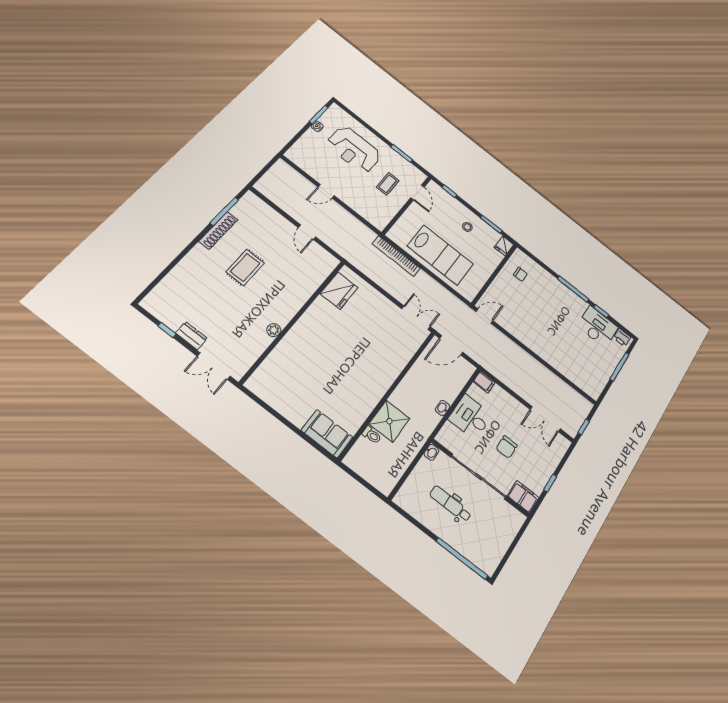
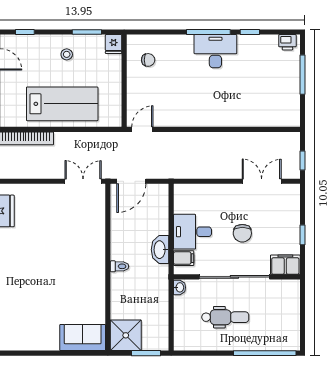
desk: (598, 327) -> (215, 51), moved
filing cabinet: (484, 382) -> (184, 258), moved
washbasin: (442, 408) -> (160, 250), width x1.91, depth x1.45
double door: (545, 419) -> (262, 181), swing flipped
shower: (389, 421) -> (126, 335), moved
toilet: (372, 435) -> (120, 266), moved
window: (368, 486) -> (146, 353), added
dental chair: (450, 504) -> (225, 317), turned 180

